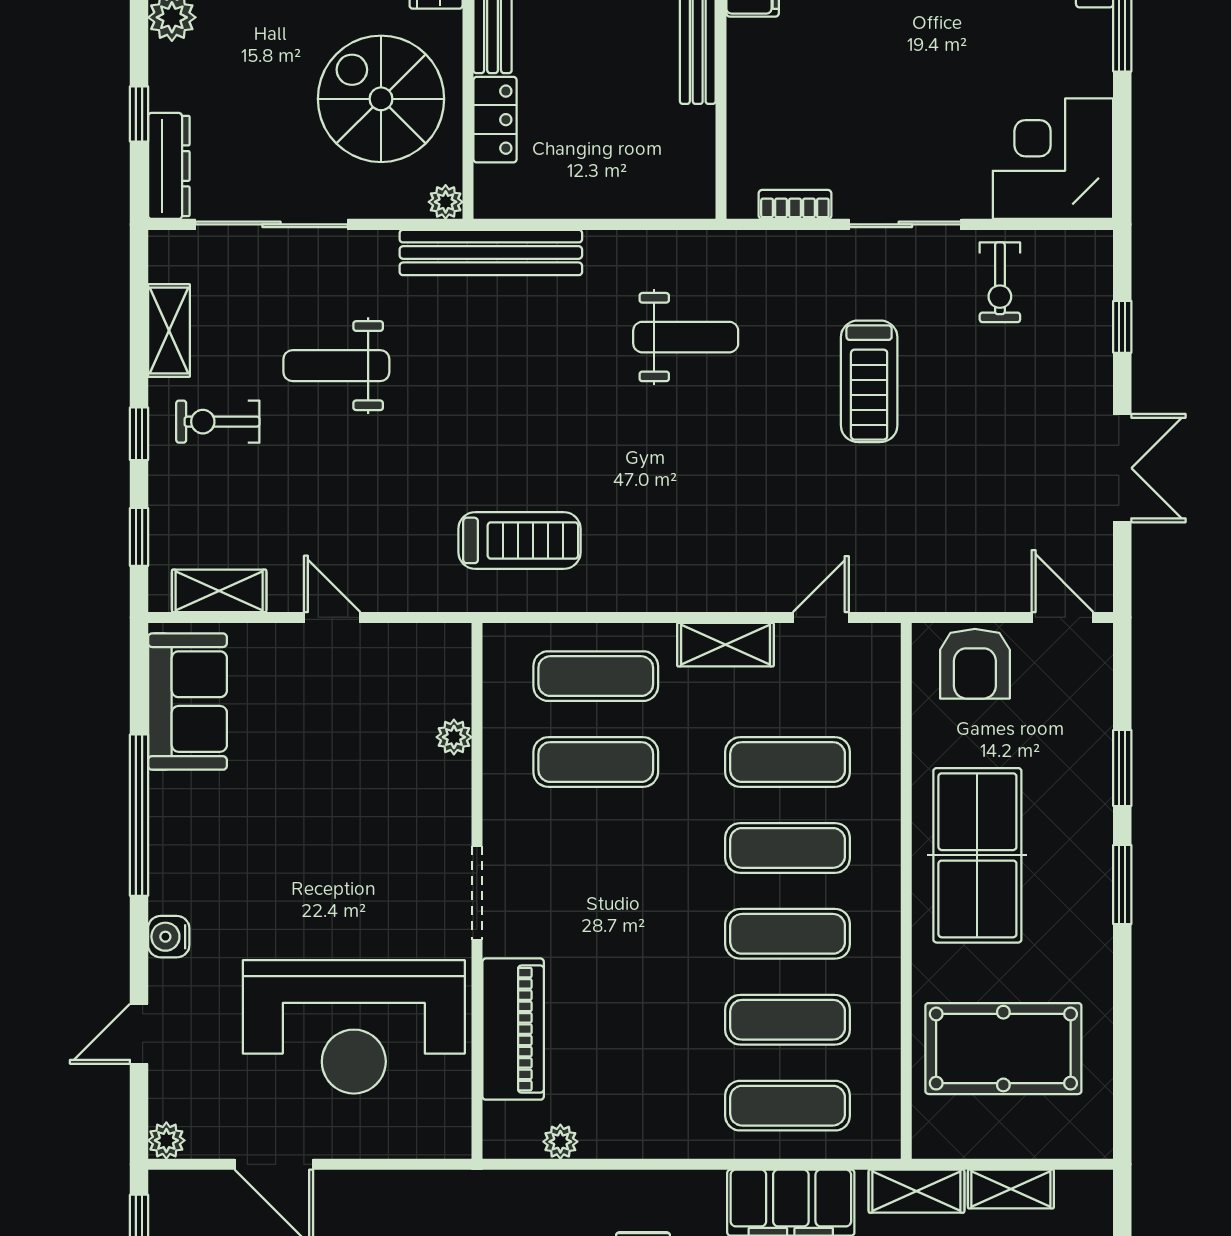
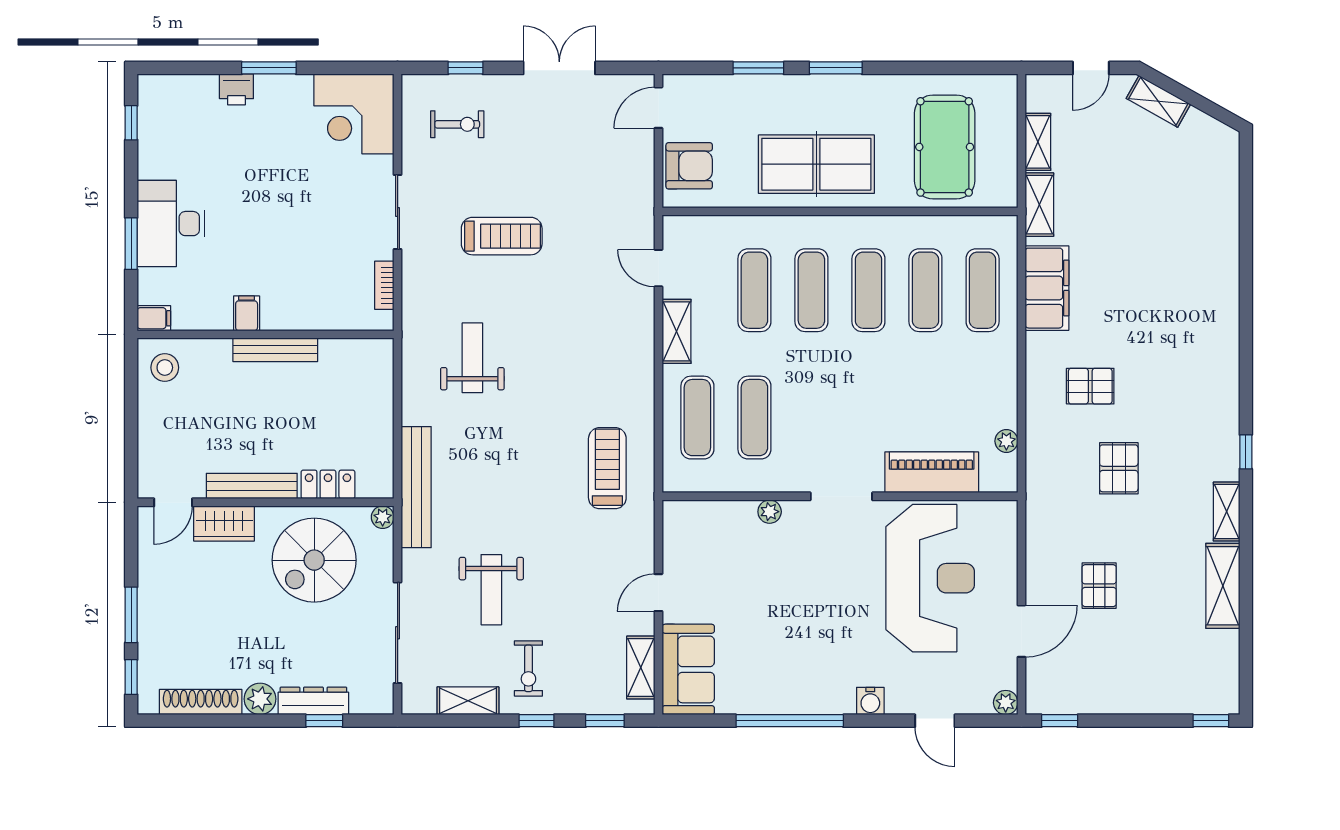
dresser: (169, 166) -> (313, 701), moved
exercise bike: (1000, 282) -> (457, 124), moved
sofa: (187, 702) -> (688, 669), moved, turned 90
plant: (454, 737) -> (770, 512), moved

